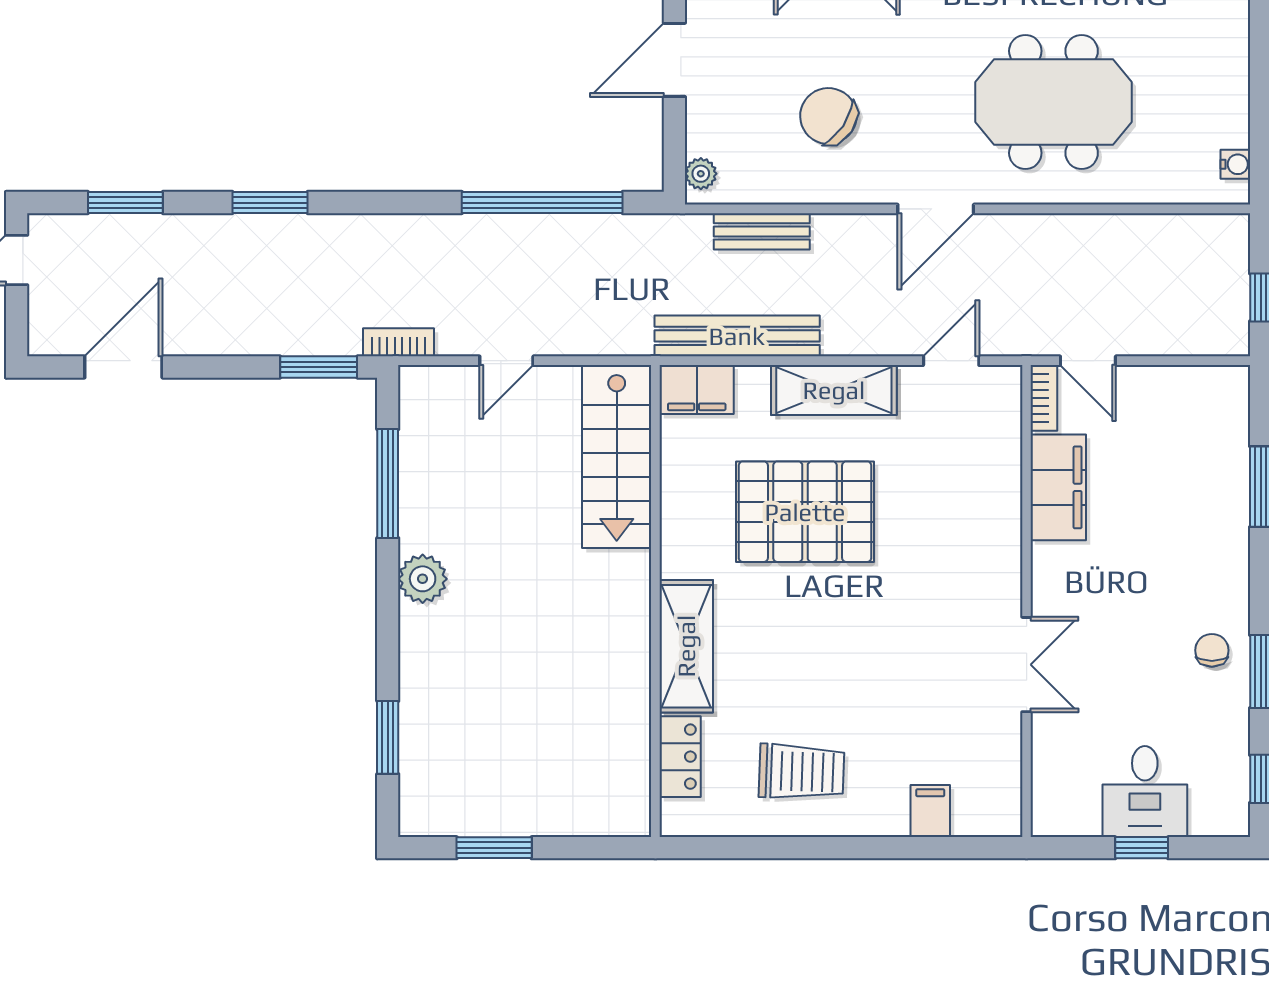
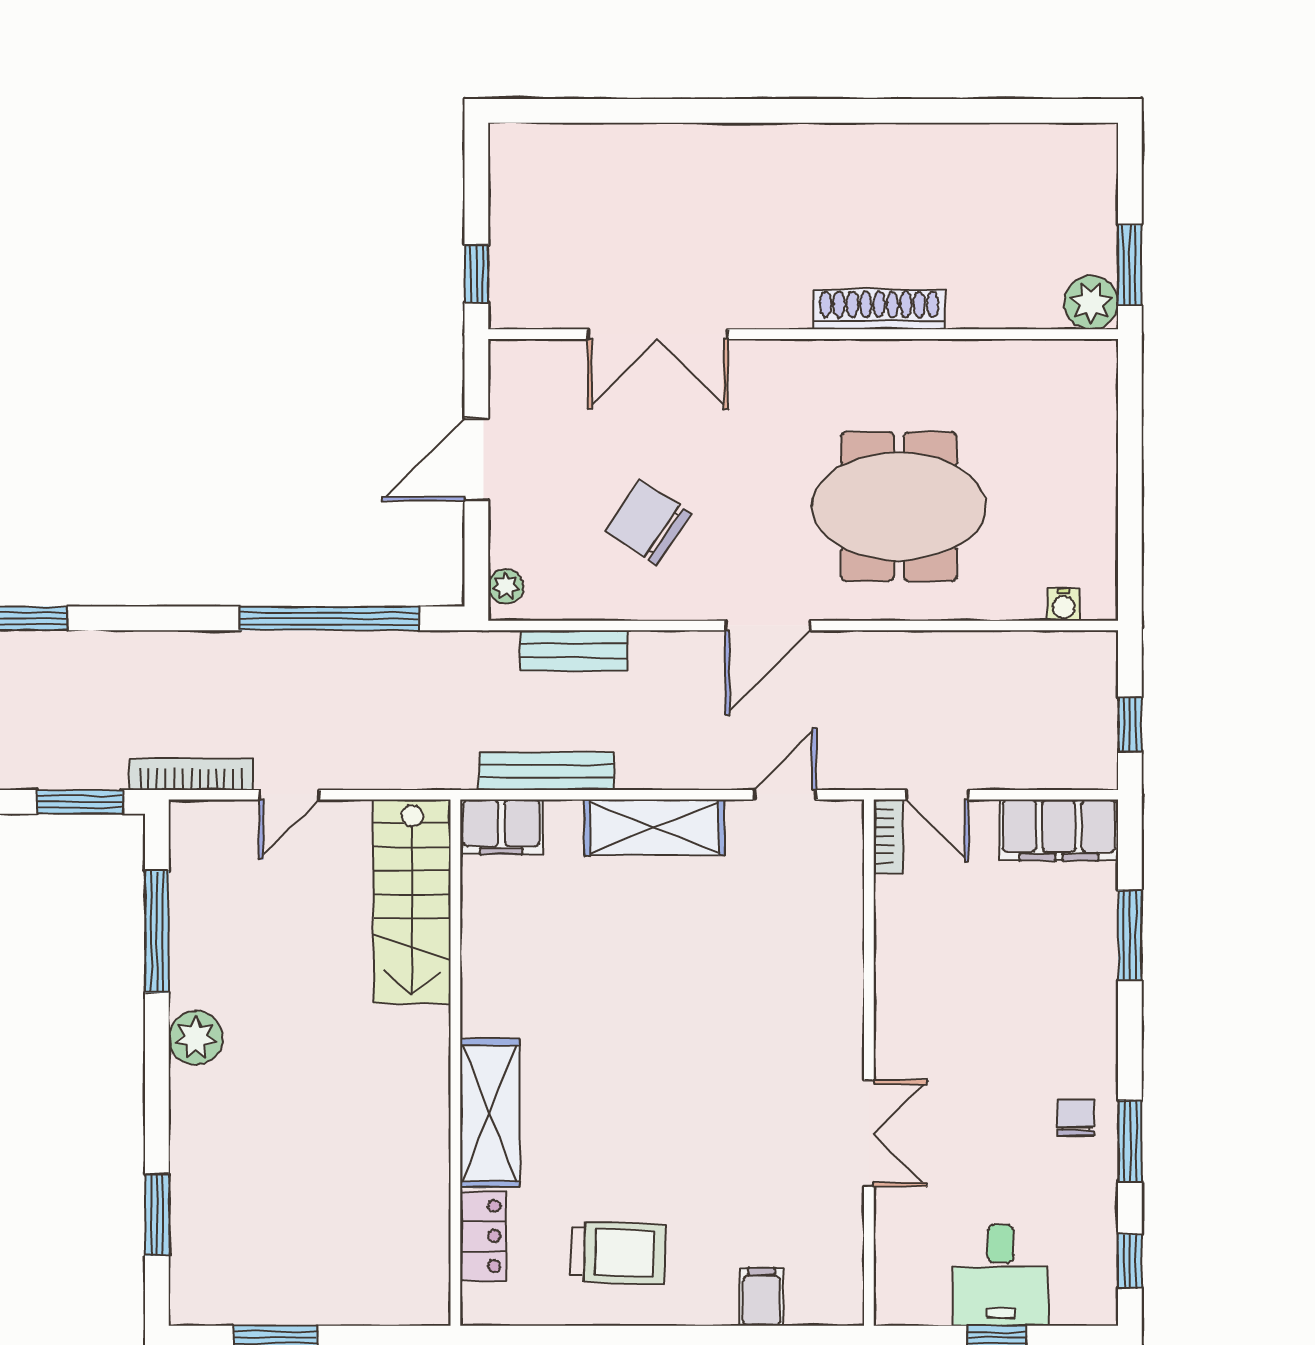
water cooler: (1235, 164) -> (1064, 605), moved, turned 90
bench: (737, 336) -> (546, 771), width x0.73, depth x0.82
bookcase: (399, 342) -> (191, 774), width x1.56
filing cabinet: (1058, 487) -> (1059, 830), moved, turned 90
pallet: (805, 512) -> (622, 963), removed

